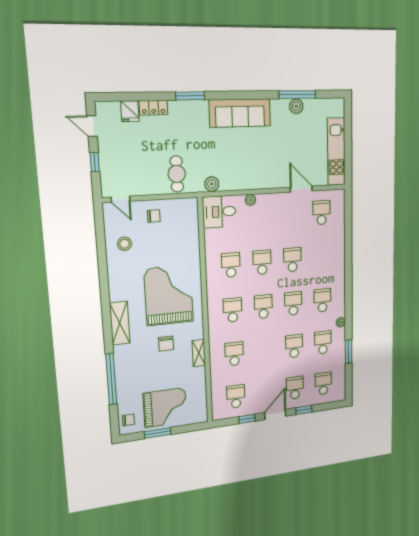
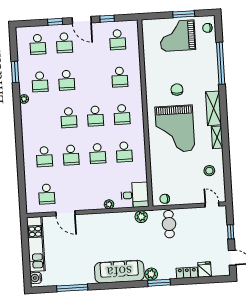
plant: (296, 106) -> (151, 274), moved
water cooler: (338, 109) -> (36, 278), added
chair: (154, 216) -> (165, 199), moved
school desk: (322, 300) -> (44, 157), moved
shelving: (199, 353) -> (217, 137), moved
door: (275, 414) -> (82, 20), hinge flipped

